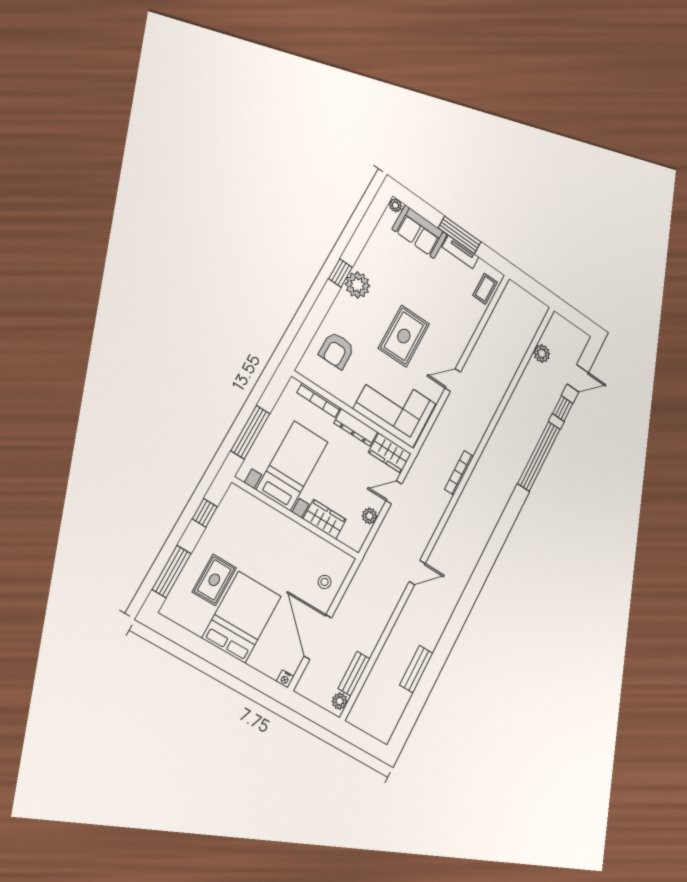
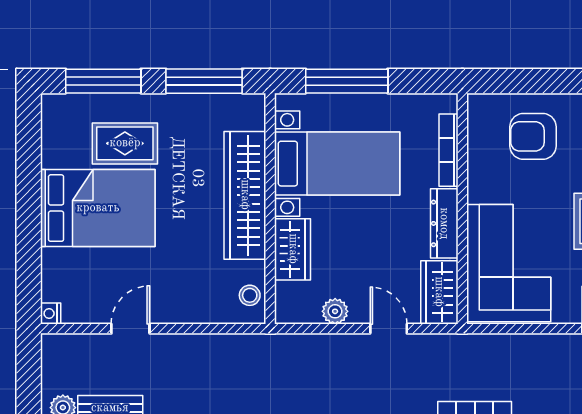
window: (205, 513) -> (204, 81), width x2.17
wardrobe: (281, 528) -> (245, 195), added
stool: (325, 582) -> (250, 295), moved
door: (318, 637) -> (130, 329), width x0.53

